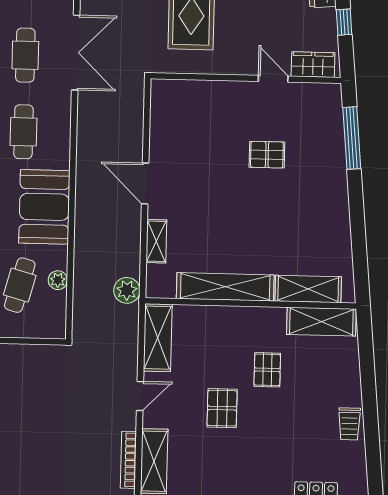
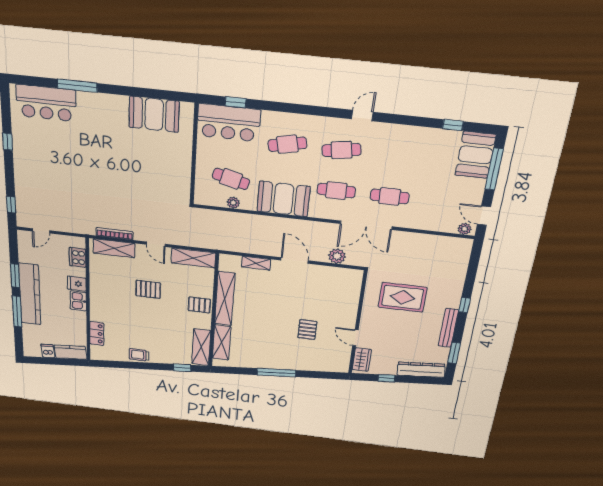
double door: (76, 53) -> (366, 225), moved
door: (273, 79) -> (355, 338), swing flipped
window: (352, 138) -> (276, 373), moved
door: (145, 183) -> (295, 260), hinge flipped
plant: (127, 290) -> (337, 256), moved
window: (366, 352) -> (182, 368), added
pallet: (267, 370) -> (199, 305), moved

